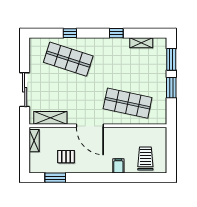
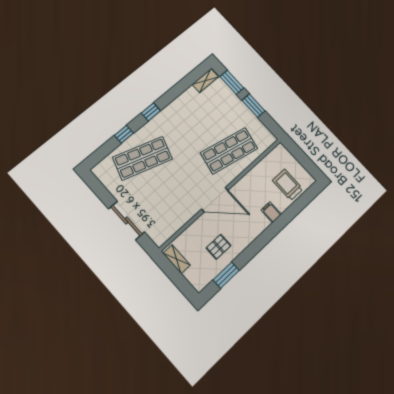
window: (116, 33) -> (151, 112), moved
shelving: (141, 43) -> (205, 81), moved
shelving: (50, 118) -> (173, 225), removed

